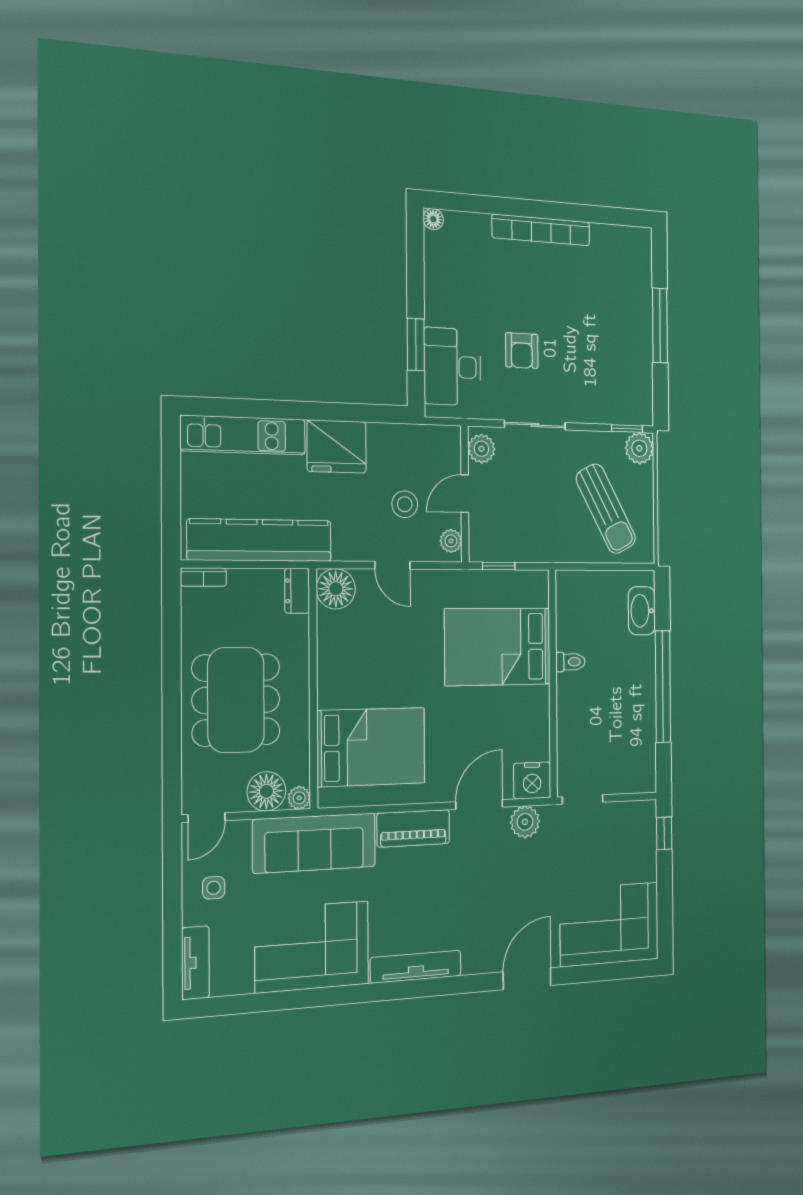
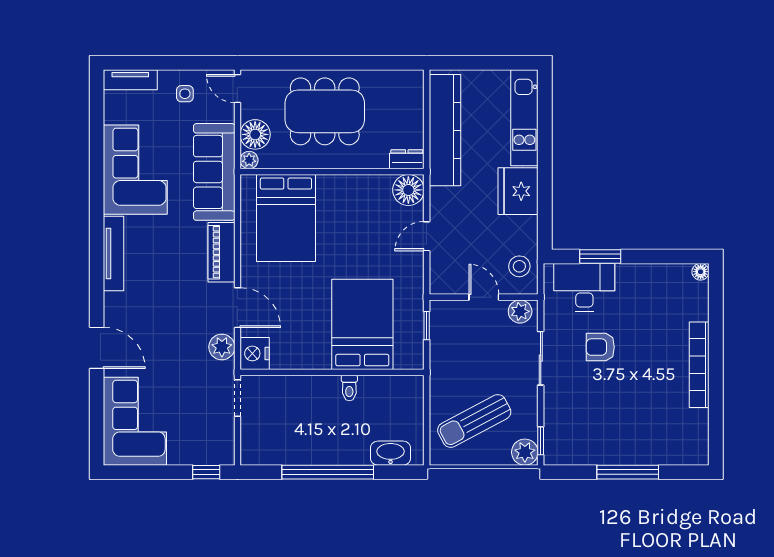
stool: (405, 504) -> (519, 266), moved
plant: (451, 541) -> (446, 285), removed
bookcase: (203, 577) -> (417, 87), removed

